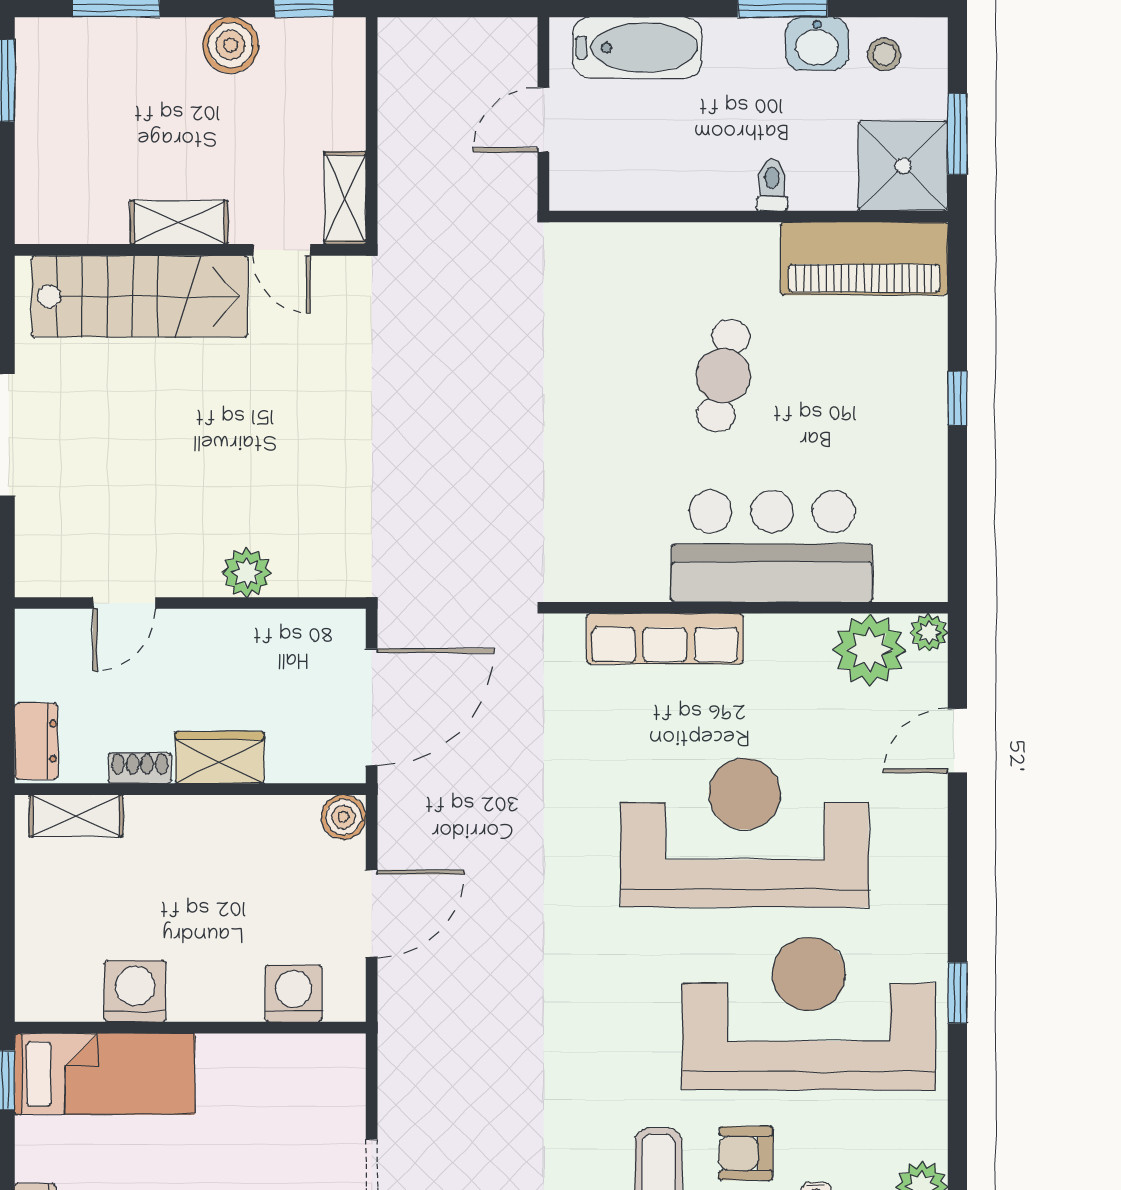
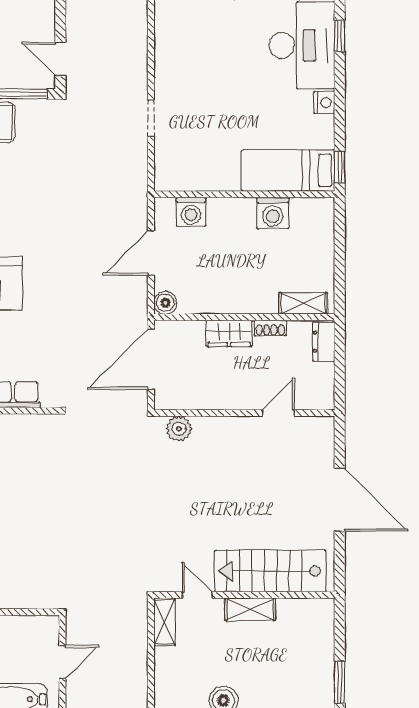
plant: (247, 573) -> (179, 429), moved

